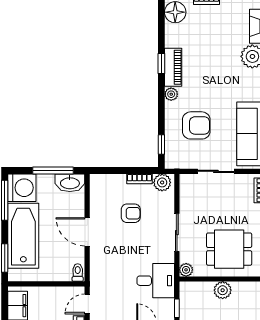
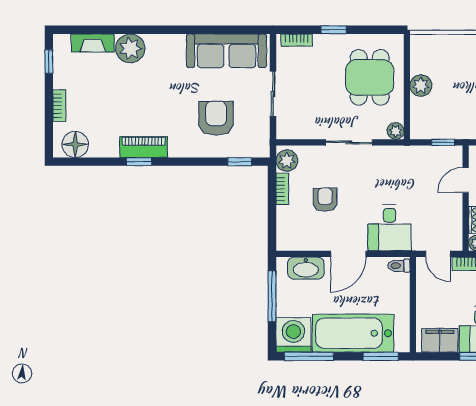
plant: (171, 94) -> (177, 149), removed
washbasin: (70, 183) -> (306, 268), moved, turned 90
desk: (156, 281) -> (389, 228), moved, turned 180

